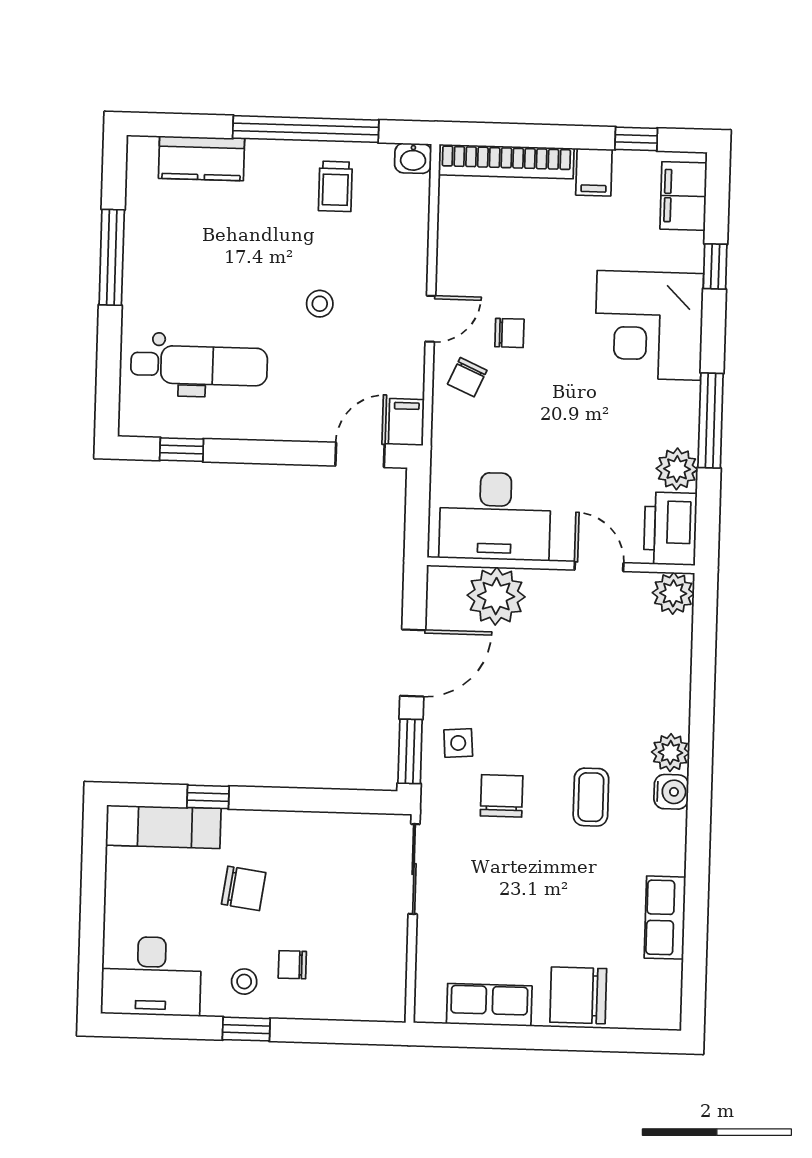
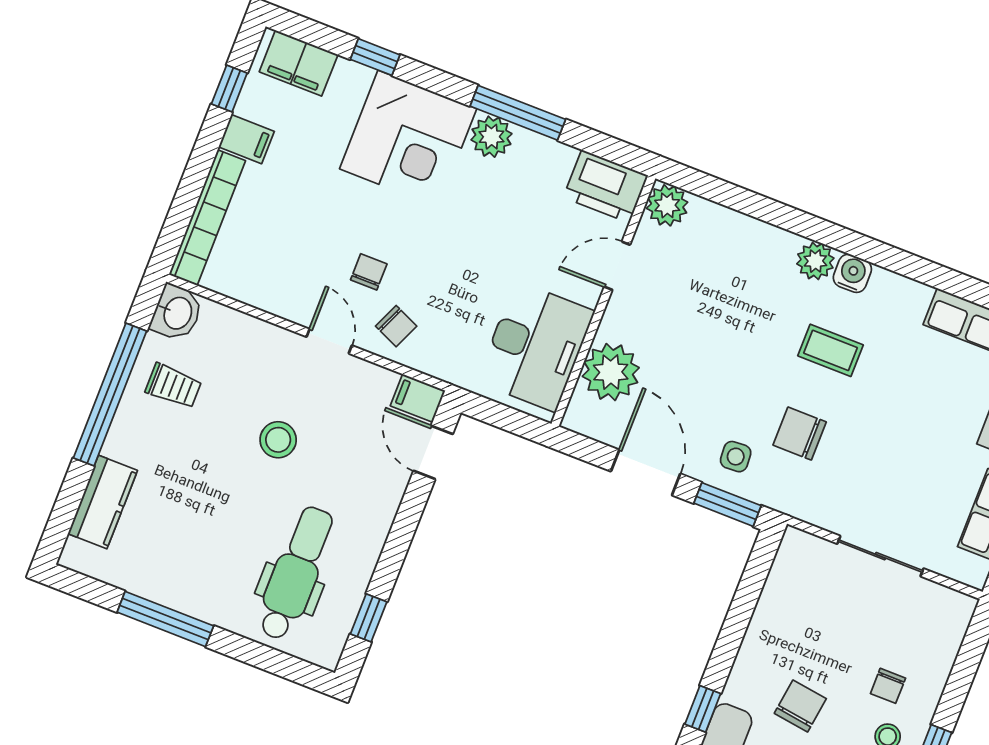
washbasin: (413, 158) -> (177, 313), width x1.38, depth x1.45
stool: (320, 304) -> (278, 440), width x1.37, depth x1.37
plant: (677, 469) -> (491, 137), moved
sliding door: (414, 869) -> (880, 556), moved

